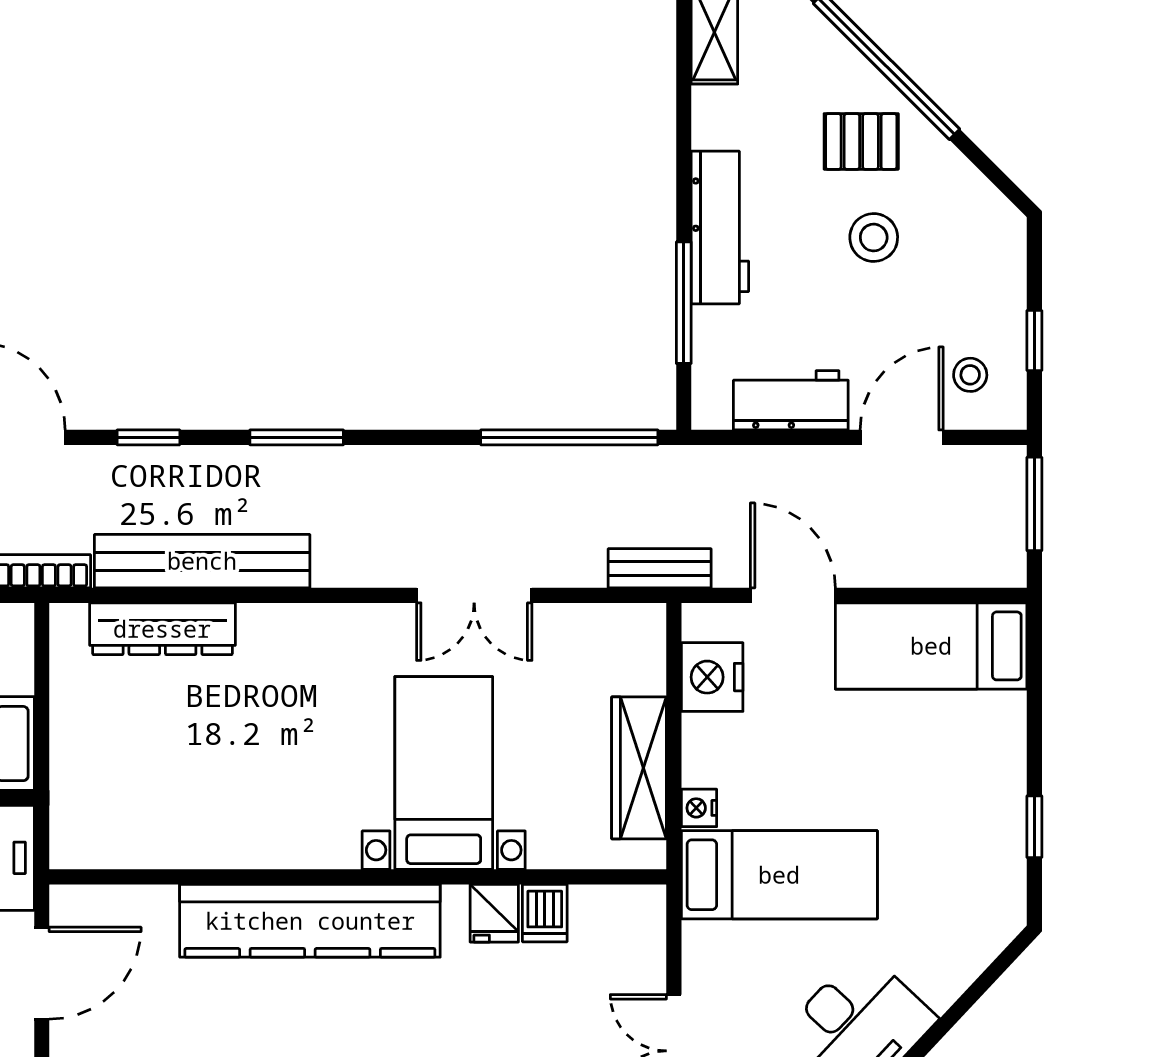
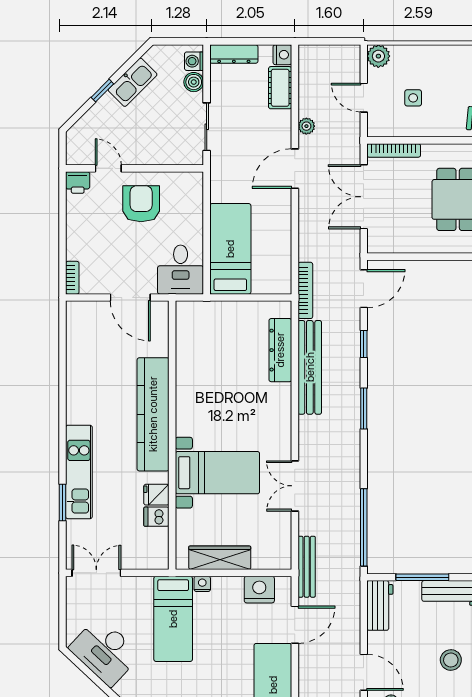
workbench: (791, 400) -> (380, 605), moved
bench: (660, 568) -> (307, 567), width x1.36

